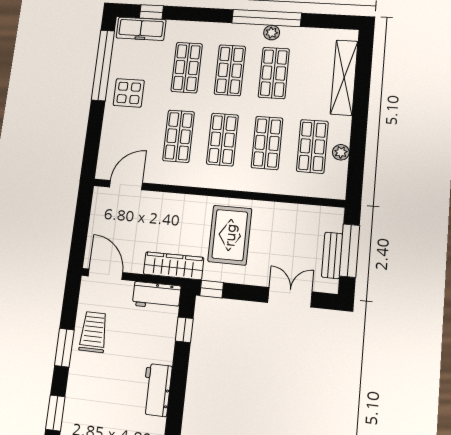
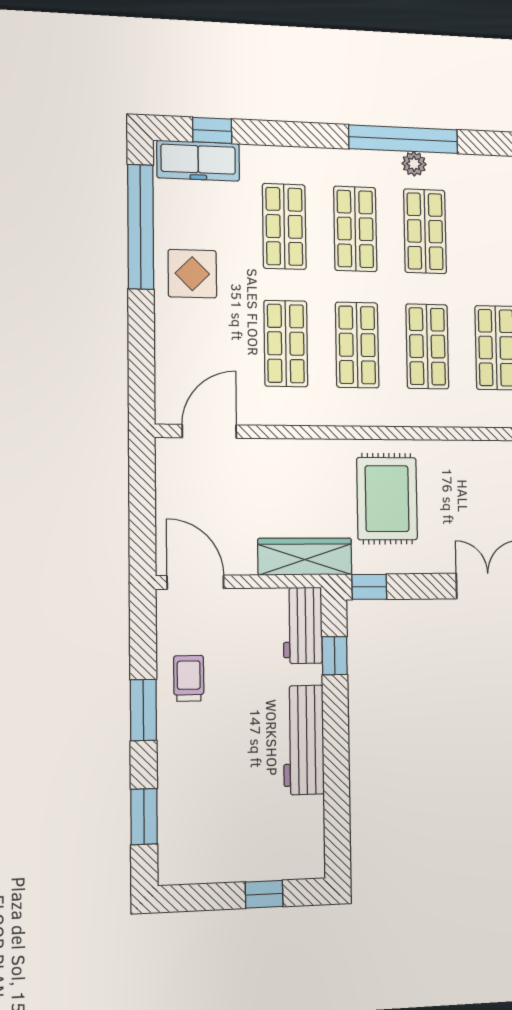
workbench: (157, 296) -> (303, 625), moved, turned 90
trolley: (93, 332) -> (189, 678), width x0.73, depth x0.72
workbench: (157, 390) -> (304, 740), width x1.38

